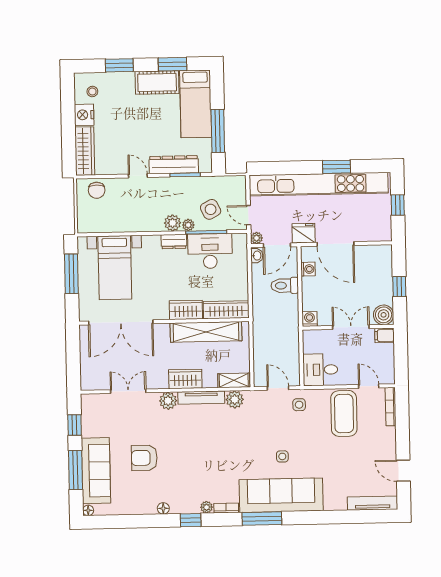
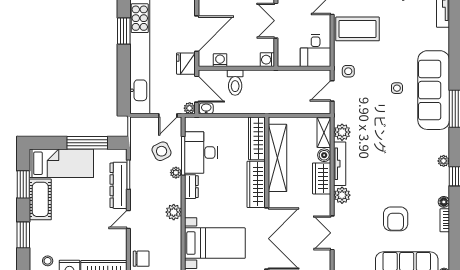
plant: (173, 223) -> (174, 212), moved
wardrobe: (186, 310) -> (256, 184), width x1.50
boiler: (210, 381) -> (324, 155), added
bookcase: (226, 508) -> (445, 220), moved

